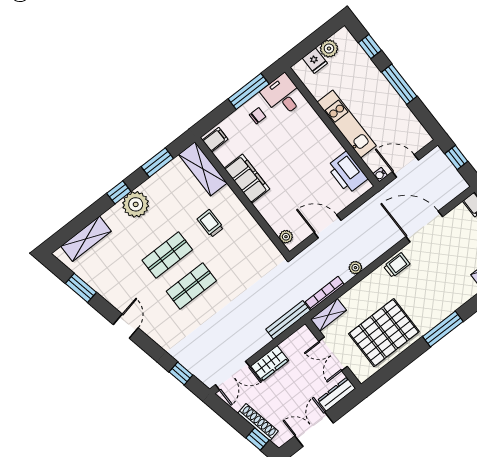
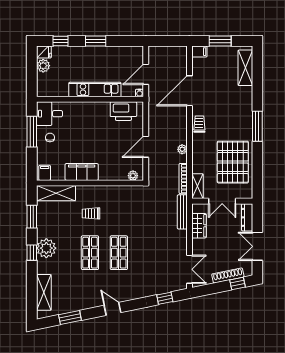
fridge: (315, 61) -> (44, 52), moved
window: (399, 84) -> (96, 41), width x0.69
window: (456, 158) -> (164, 41), removed
wardrobe: (270, 363) -> (199, 226), moved

